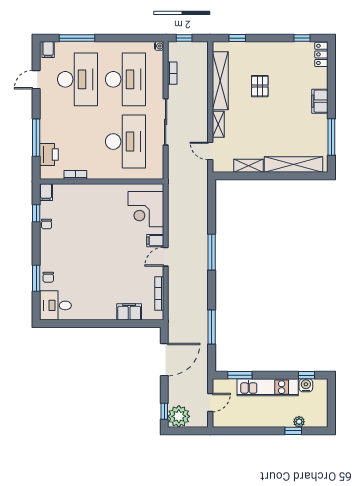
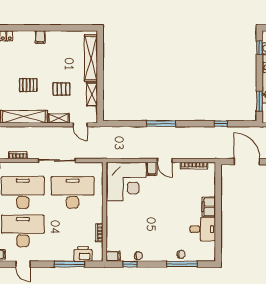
filing cabinet: (320, 101) -> (40, 37), width x0.50
pallet: (255, 128) -> (61, 89), added
window: (331, 137) -> (69, 28), removed
door: (210, 151) -> (80, 125), hinge flipped
corner desk: (146, 209) -> (127, 181), width x1.36, depth x1.36
window: (36, 278) -> (182, 264), width x1.44
desk: (55, 305) -> (203, 229), moved, turned -90
filing cabinet: (129, 312) -> (209, 207), moved
window: (212, 327) -> (221, 124), width x0.46

